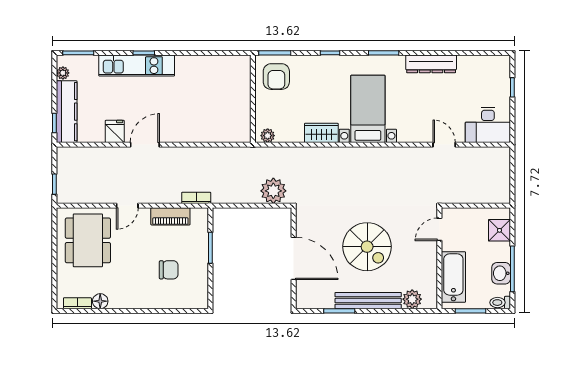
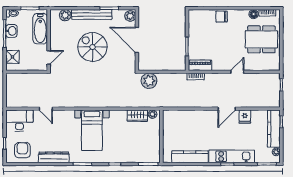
kitchen counter: (206, 65) -> (190, 157), added
armchair: (276, 77) -> (22, 150), moved
wardrobe: (321, 133) -> (137, 116), moved
piano: (170, 216) -> (200, 65), moved
dining table: (88, 240) -> (261, 39), moved, turned 90
chair: (169, 270) -> (221, 17), moved
plant: (304, 298) -> (130, 16), added

